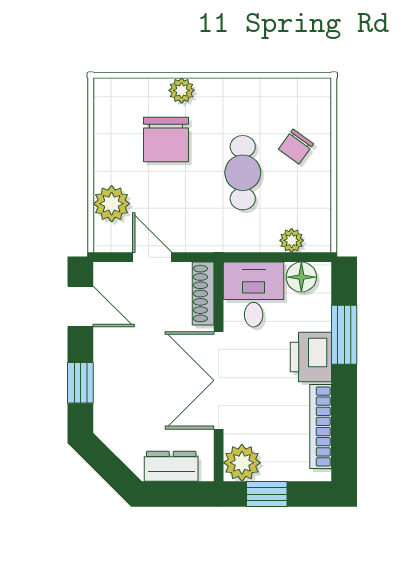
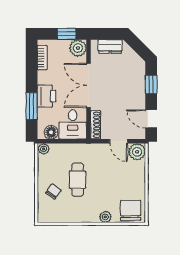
chair: (166, 140) -> (131, 210), moved
plant: (112, 204) -> (137, 152), moved
plant: (292, 240) -> (44, 149), moved
double door: (219, 380) -> (88, 85), swing flipped
bookcase: (321, 427) -> (42, 58), width x0.64

